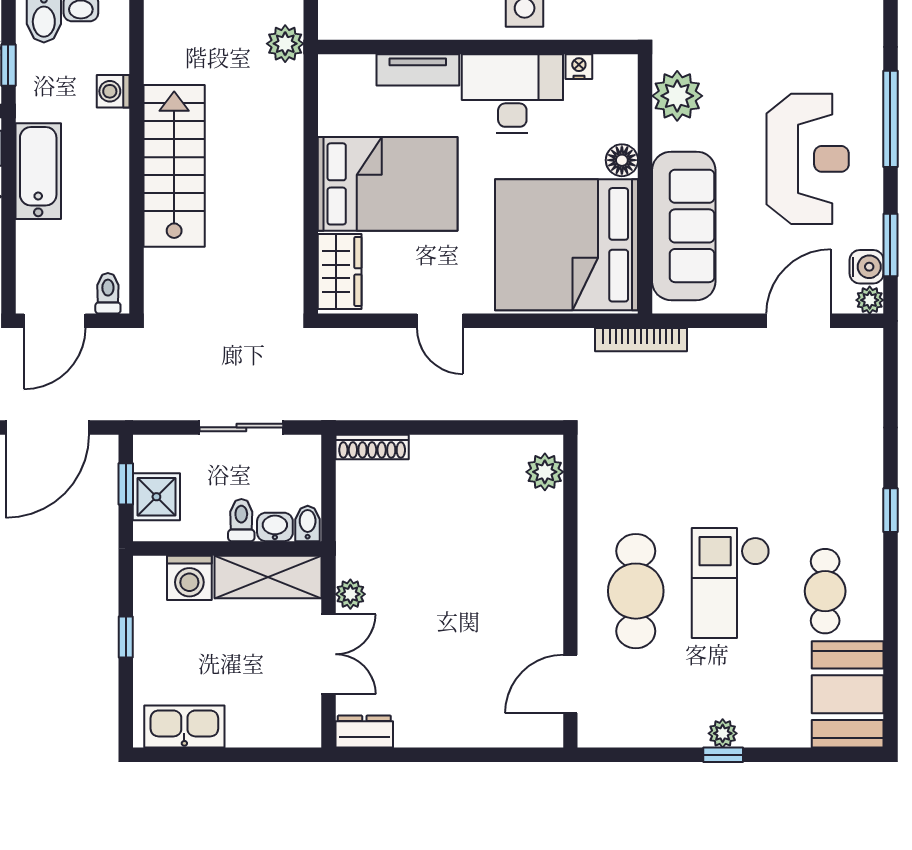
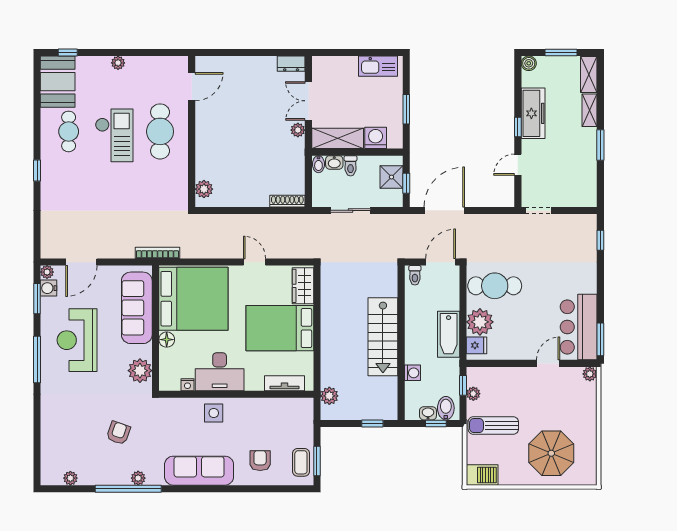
tv unit: (418, 70) -> (284, 383), moved
window: (126, 637) -> (406, 109), width x1.50
window: (723, 755) -> (68, 52), moved

